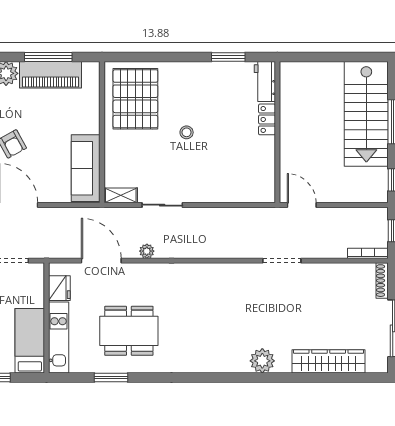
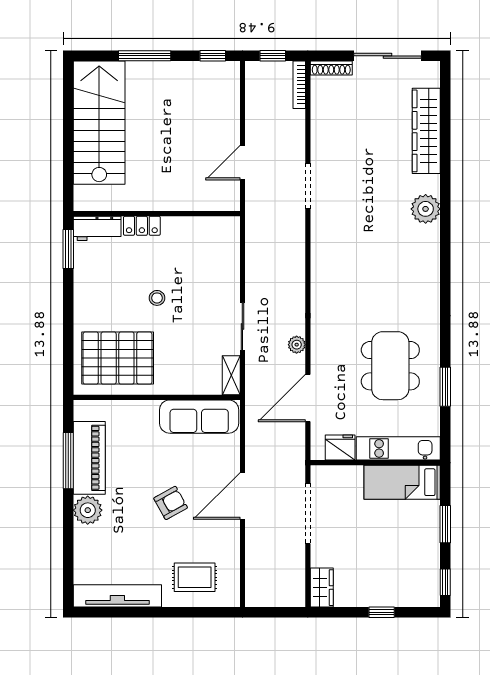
workbench: (265, 81) -> (97, 228), moved
stairs: (366, 114) -> (99, 123), moved, turned -90
locker: (267, 119) -> (142, 226), moved
wall: (277, 132) -> (157, 214), moved

